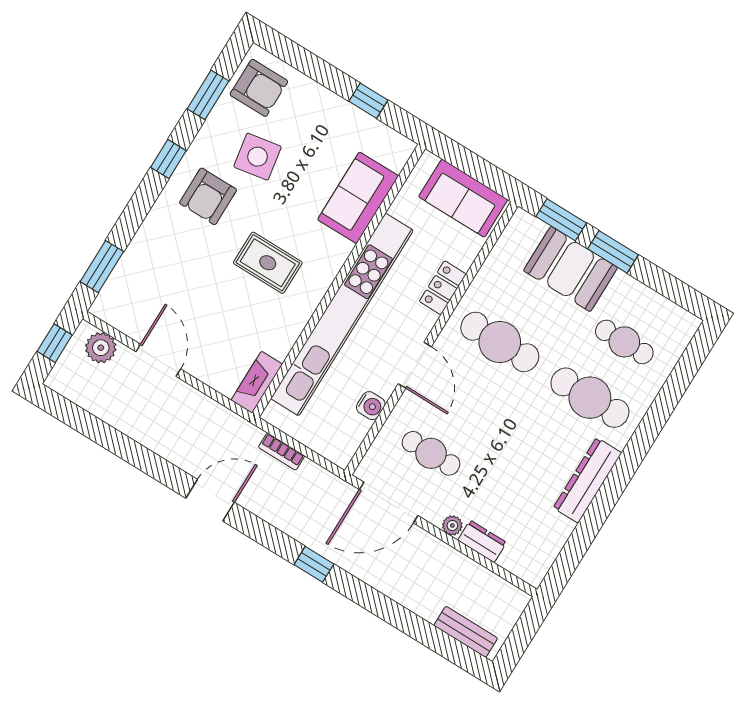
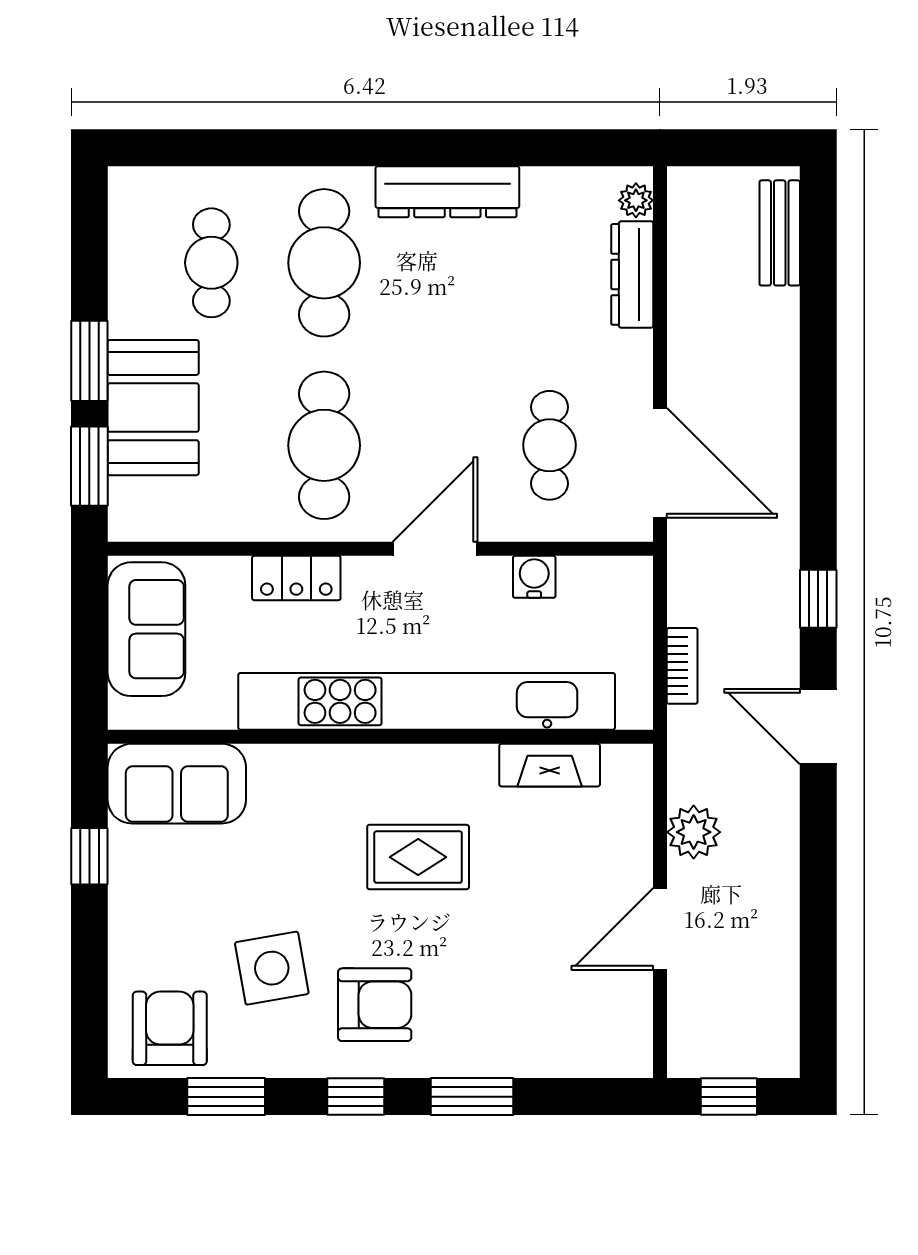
sofa: (358, 198) -> (177, 784), moved
rug: (268, 263) -> (418, 857), turned 90
window: (102, 267) -> (472, 1097), moved
plant: (101, 348) -> (694, 832), moved
fireplace: (257, 382) -> (550, 765), moved
plant: (452, 525) -> (636, 200), moved
dresser: (482, 541) -> (632, 274), width x1.44
window: (314, 564) -> (818, 599), moved

